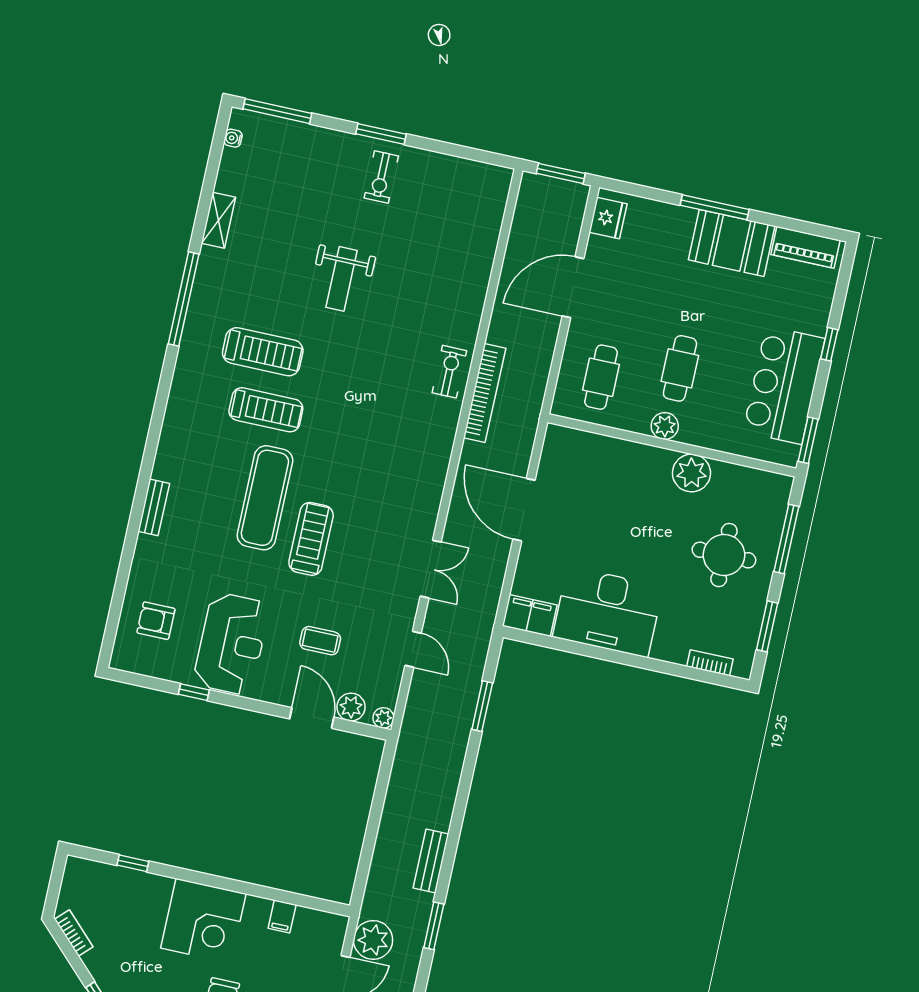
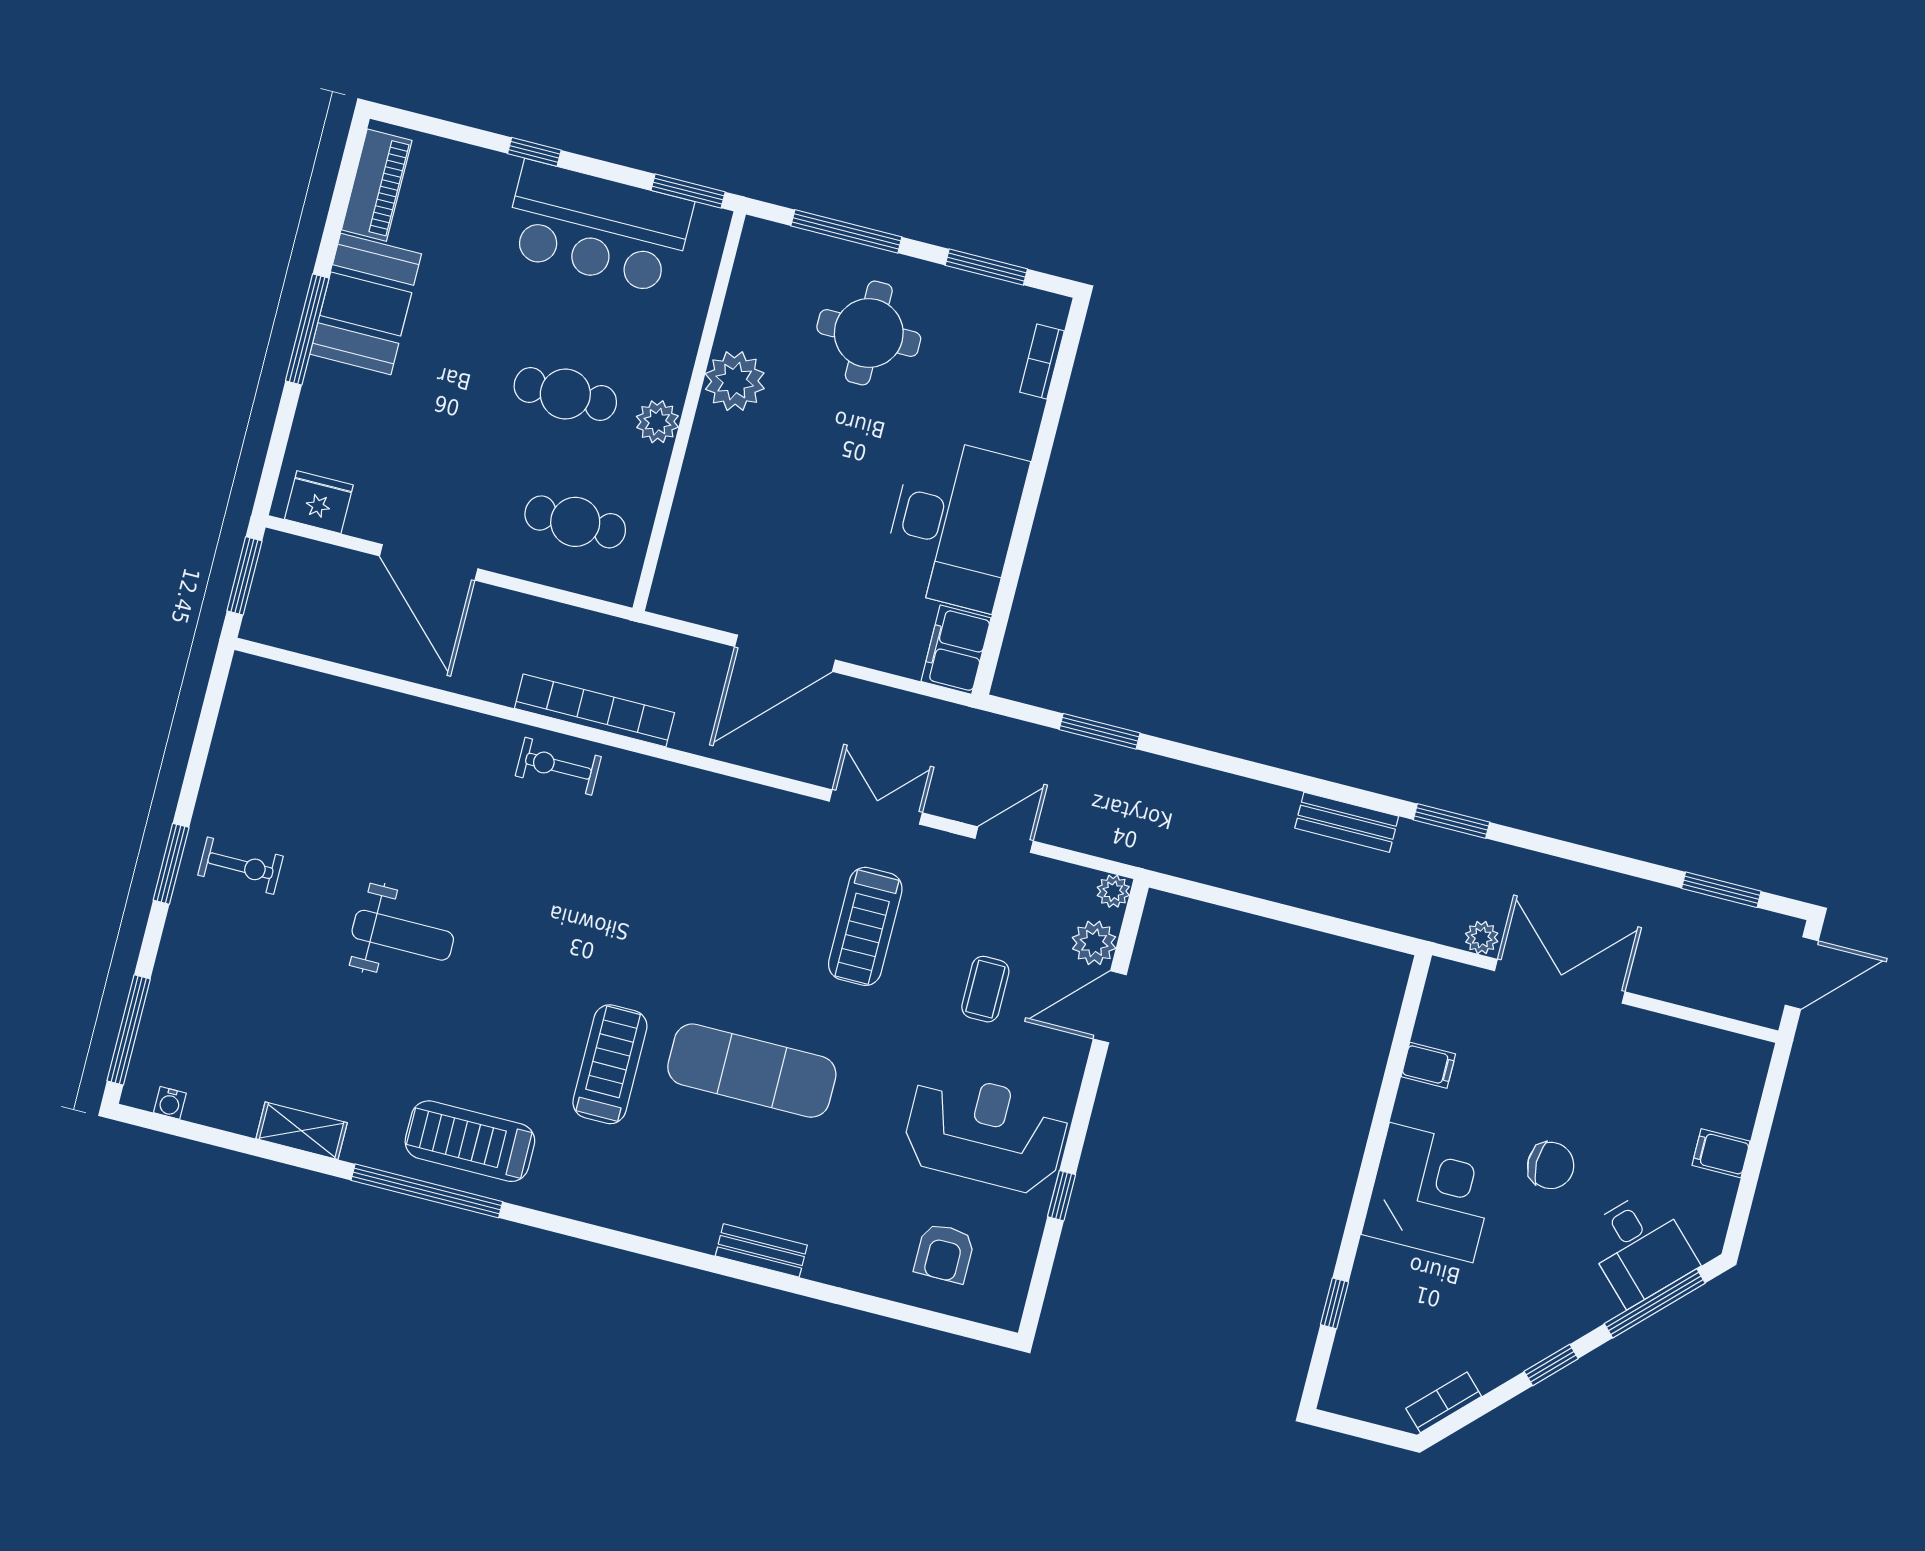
treadmill: (263, 352) -> (470, 1141), moved, turned -90
treadmill: (311, 539) -> (865, 926), moved, turned -90
plant: (373, 940) -> (1482, 938), width x0.53, depth x0.53

